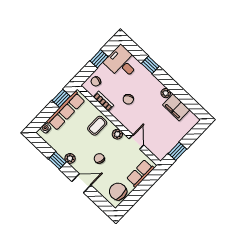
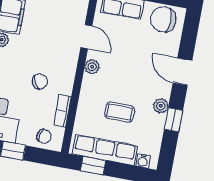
coffee table: (97, 126) -> (120, 112), moved
door: (136, 142) -> (86, 37), swing flipped
chair: (99, 158) -> (137, 70), removed
chair: (118, 192) -> (163, 19), turned 90

